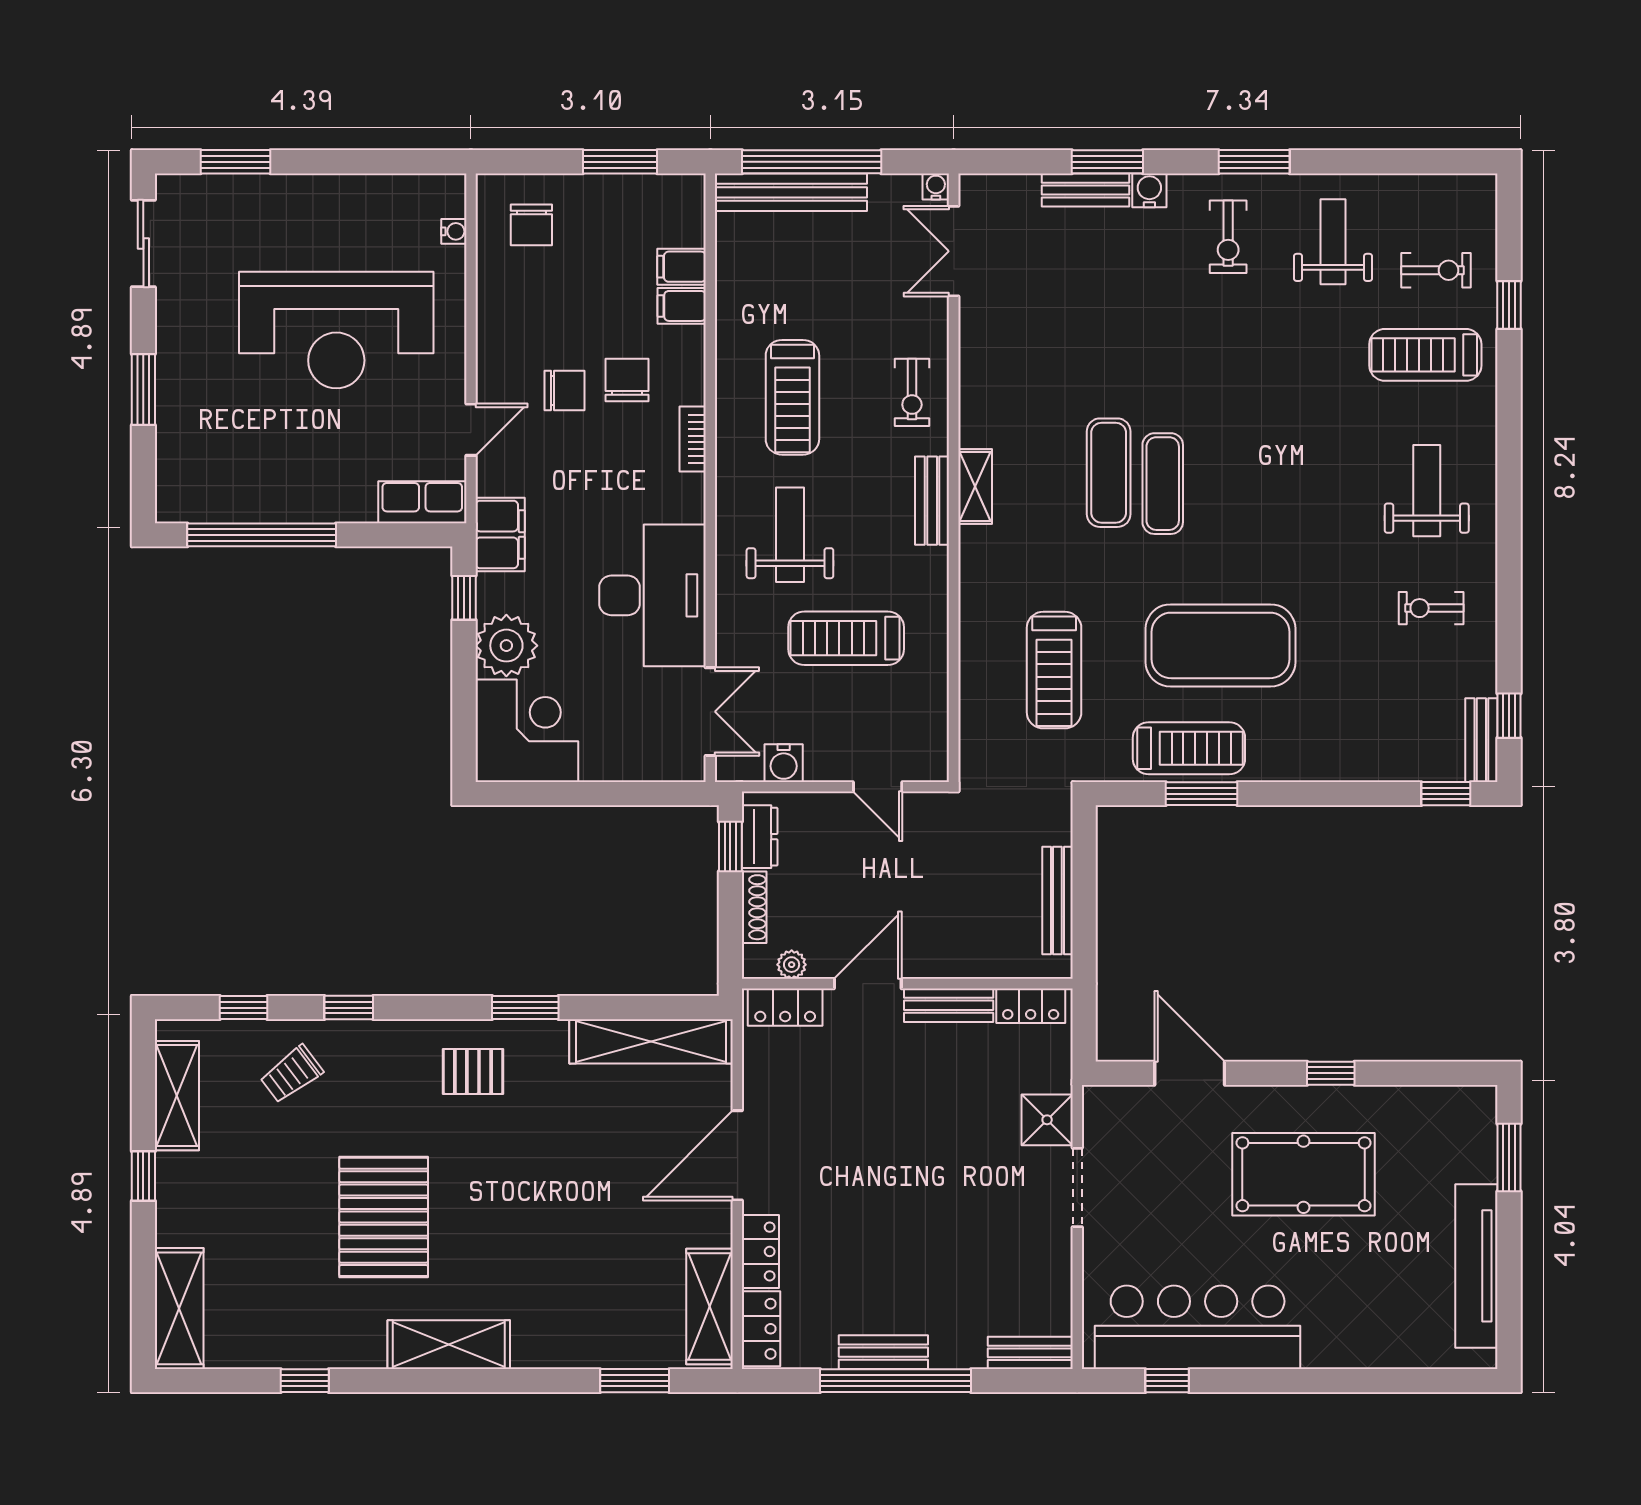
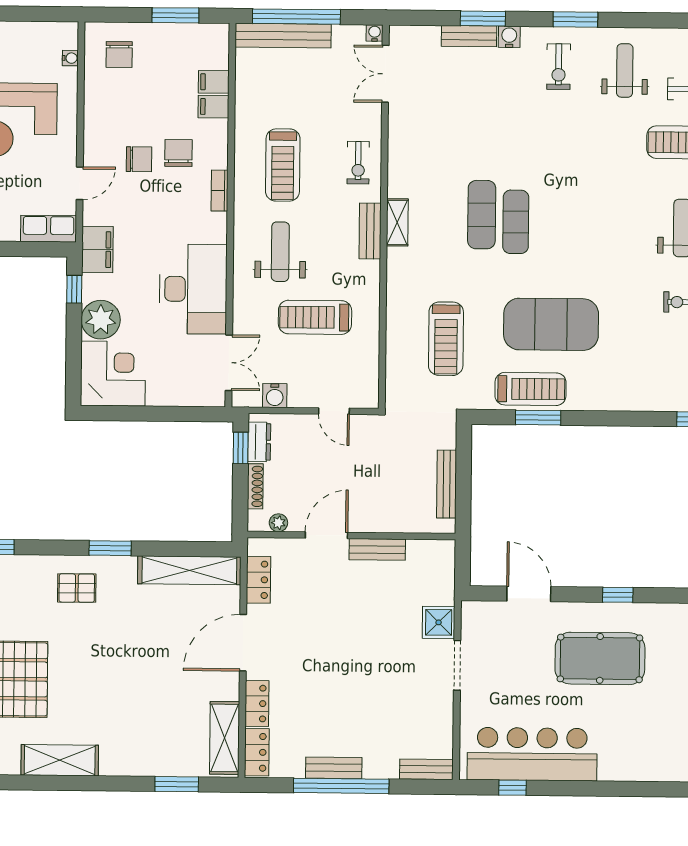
locker: (1031, 1006) -> (429, 550), removed
locker: (785, 1007) -> (258, 580), moved, turned -90

